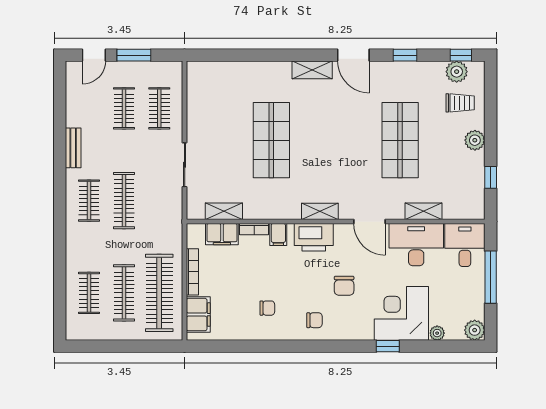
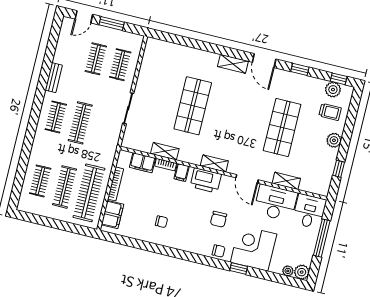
shelving: (224, 211) -> (165, 151), moved
chair: (314, 320) -> (219, 251), moved
plant: (437, 333) -> (288, 271), moved

